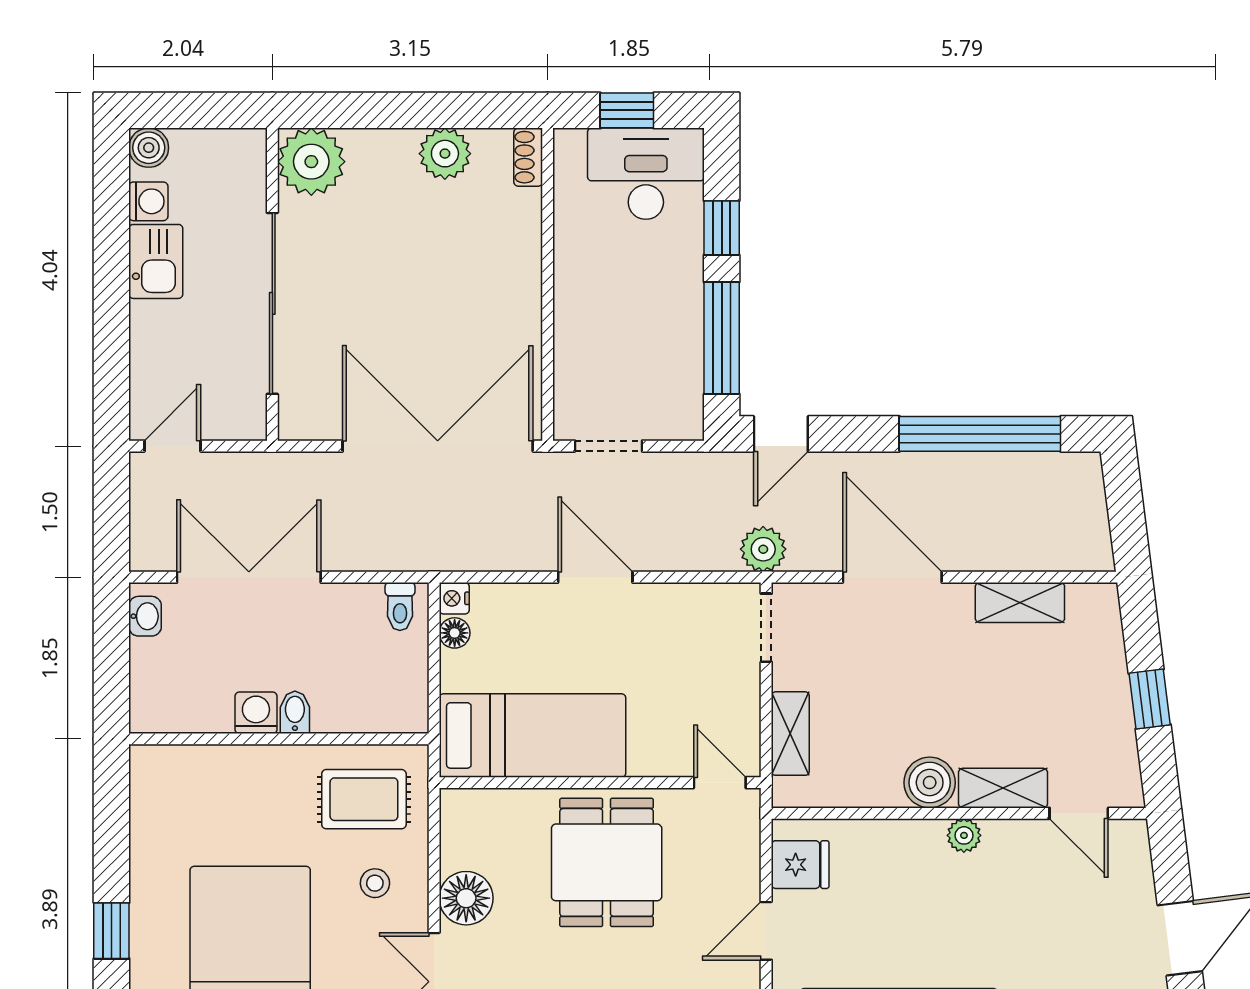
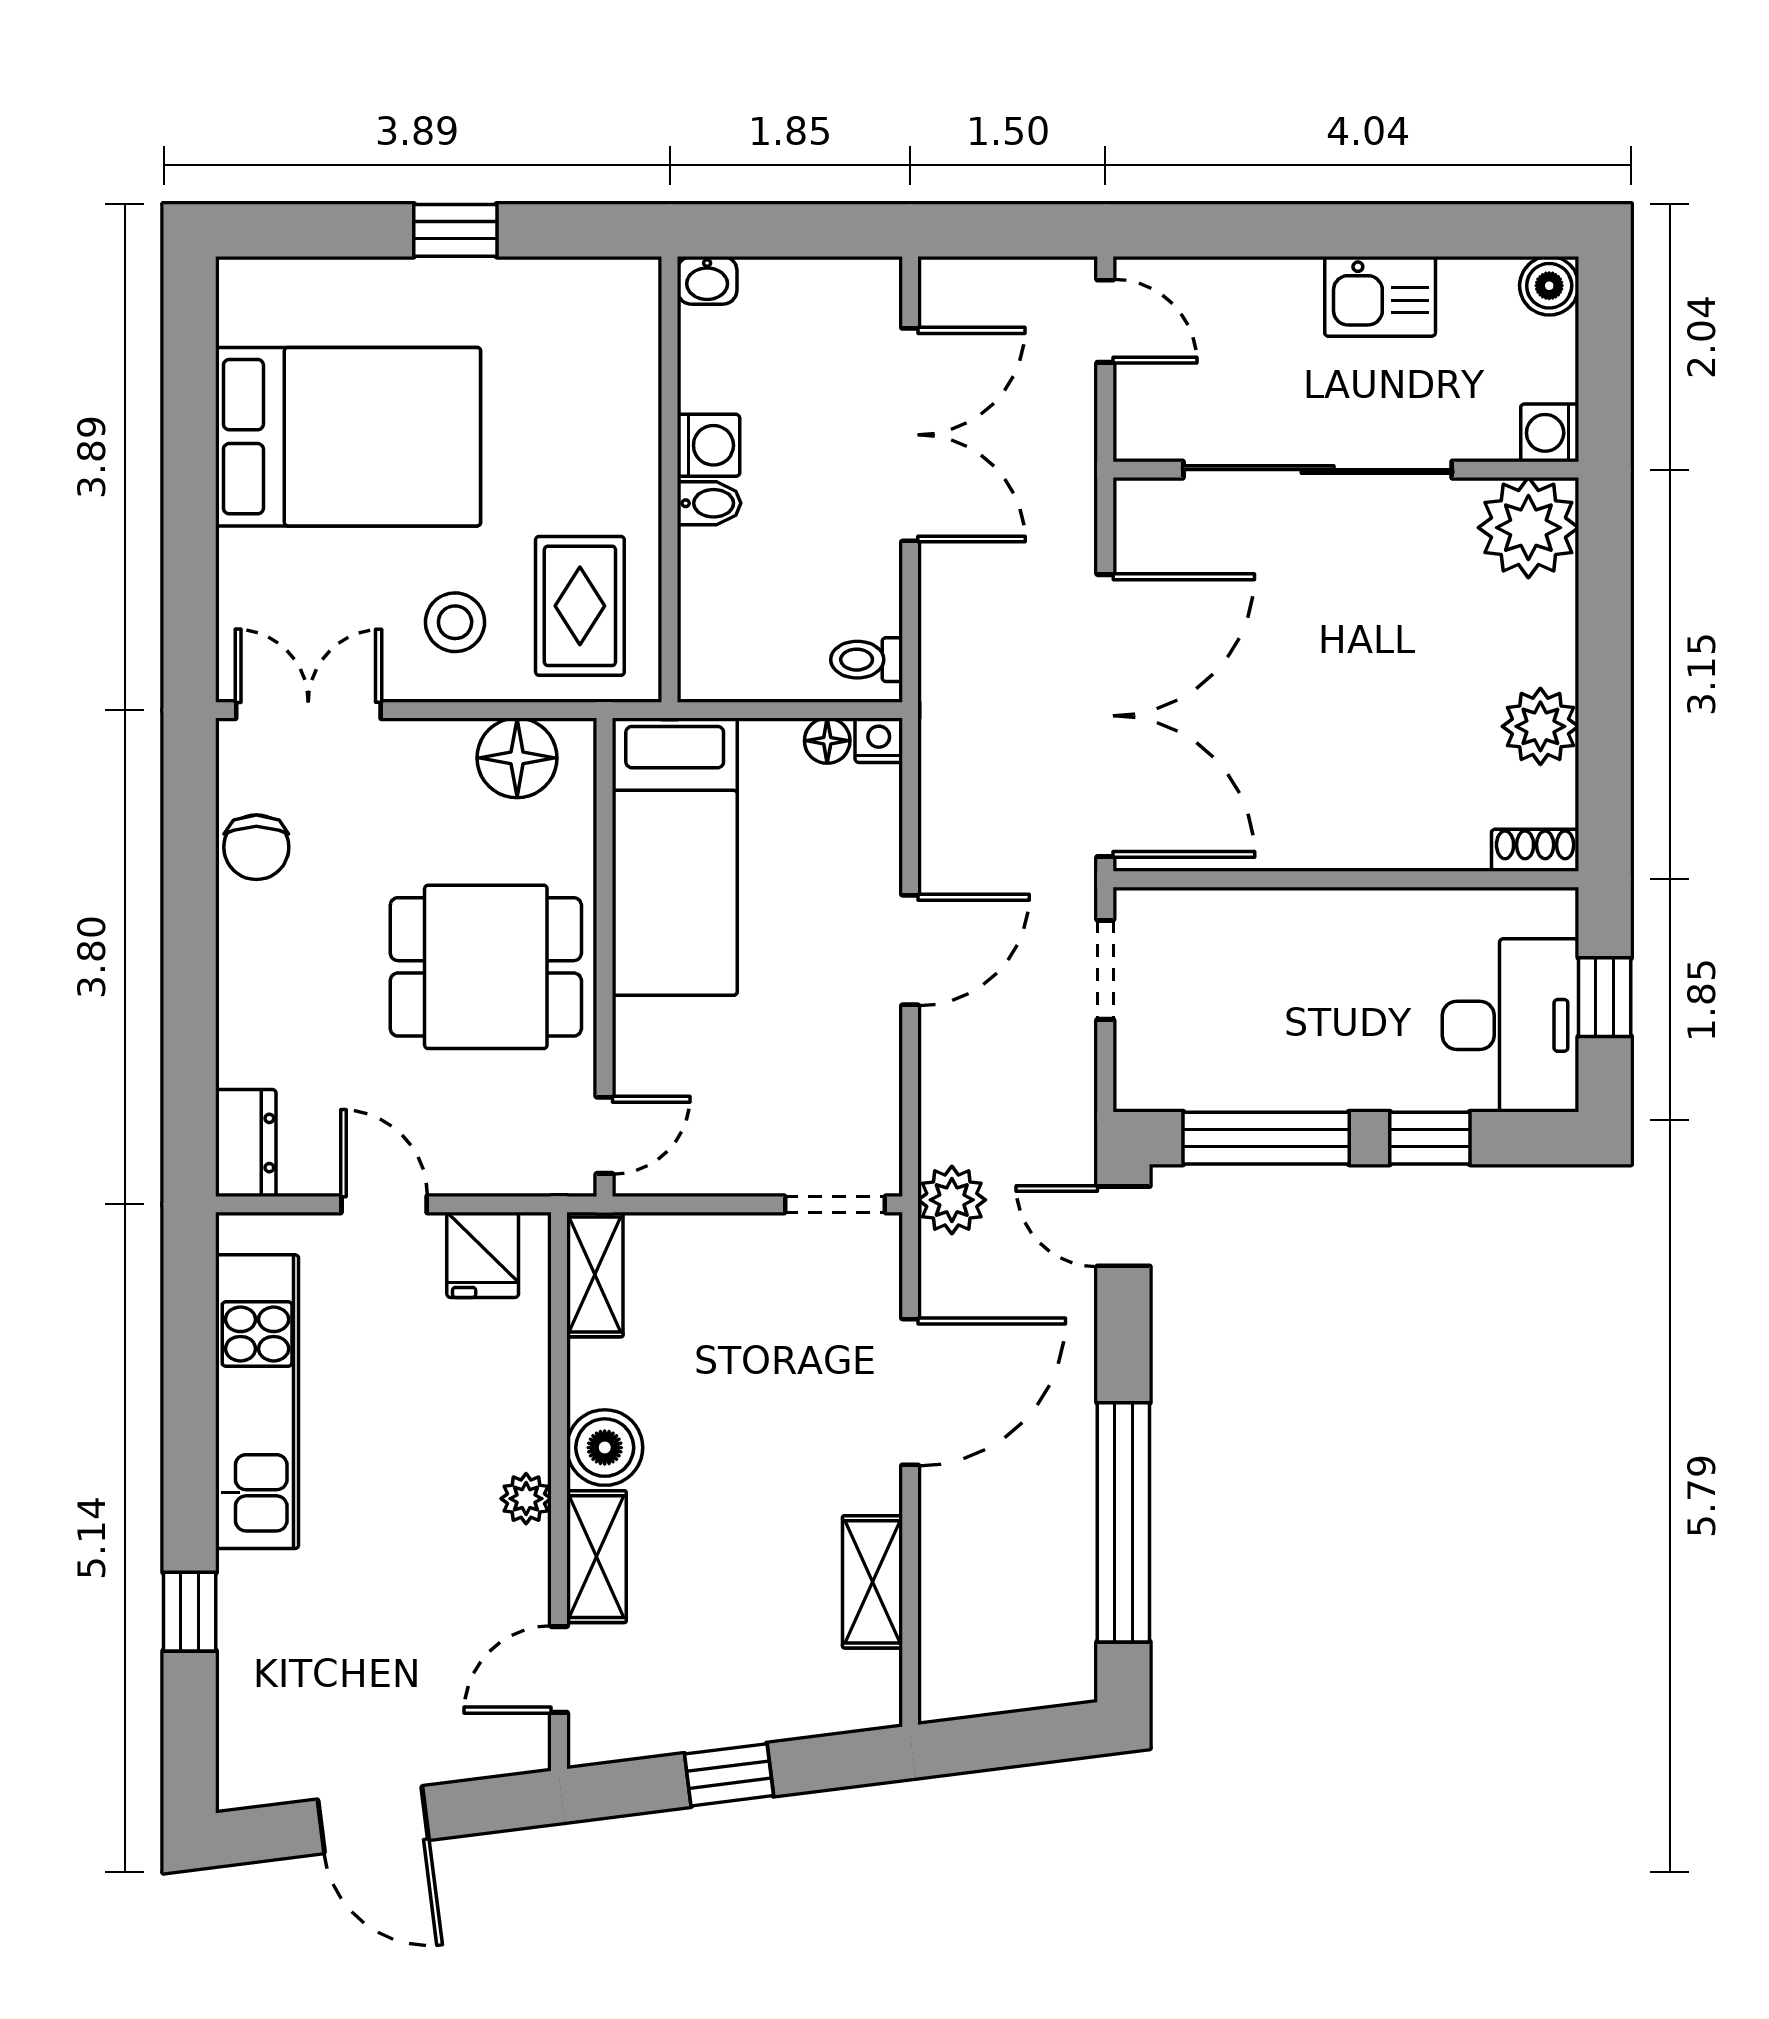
washing machine: (148, 201) -> (1550, 433), moved, turned 90
washbasin: (145, 616) -> (707, 280), moved
shelving: (790, 734) -> (595, 1275), moved, turned 90
stool: (375, 883) -> (455, 622), width x1.37, depth x1.37
floor lamp: (466, 898) -> (517, 758), moved
window: (111, 931) -> (455, 230), moved

